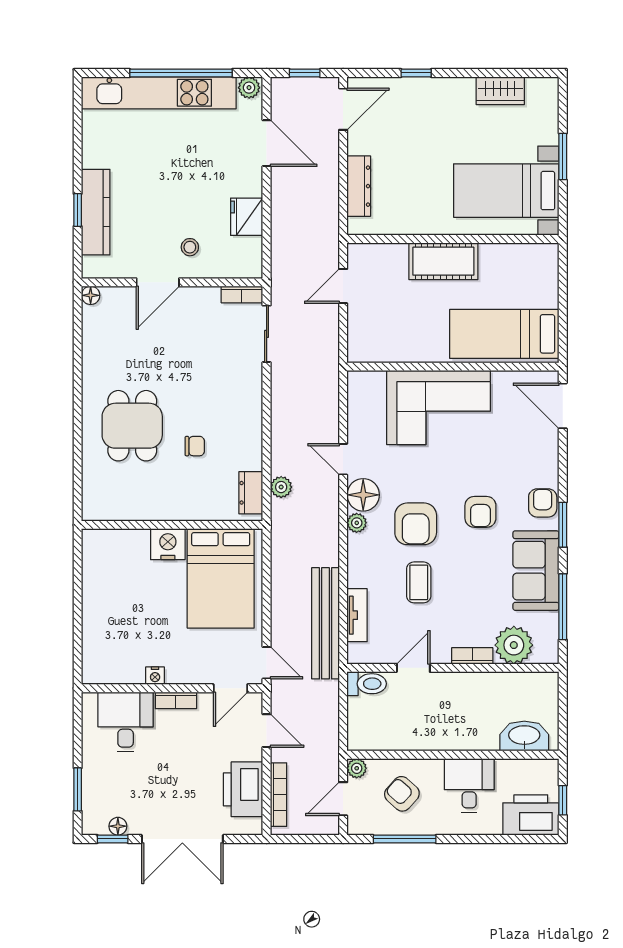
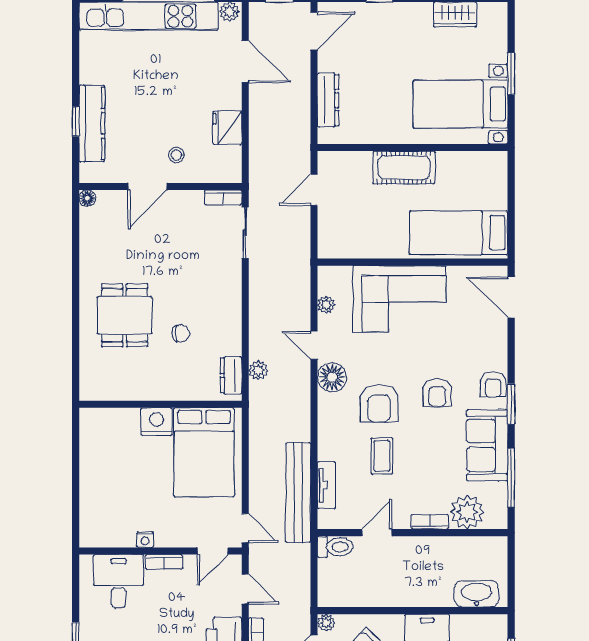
armchair: (543, 503) -> (493, 385), turned 180
plant: (357, 523) -> (326, 305), moved

